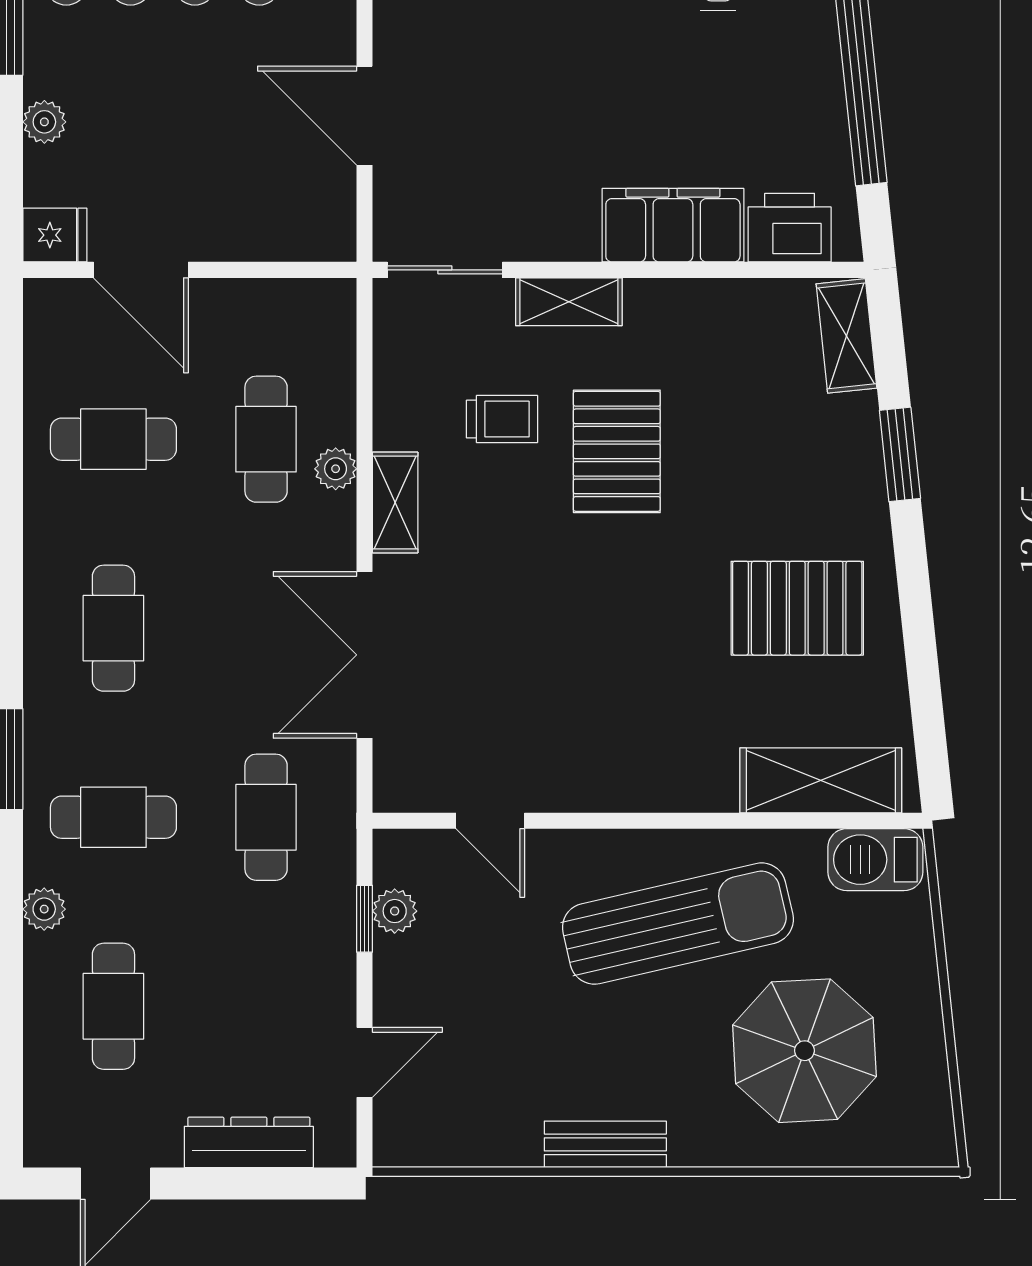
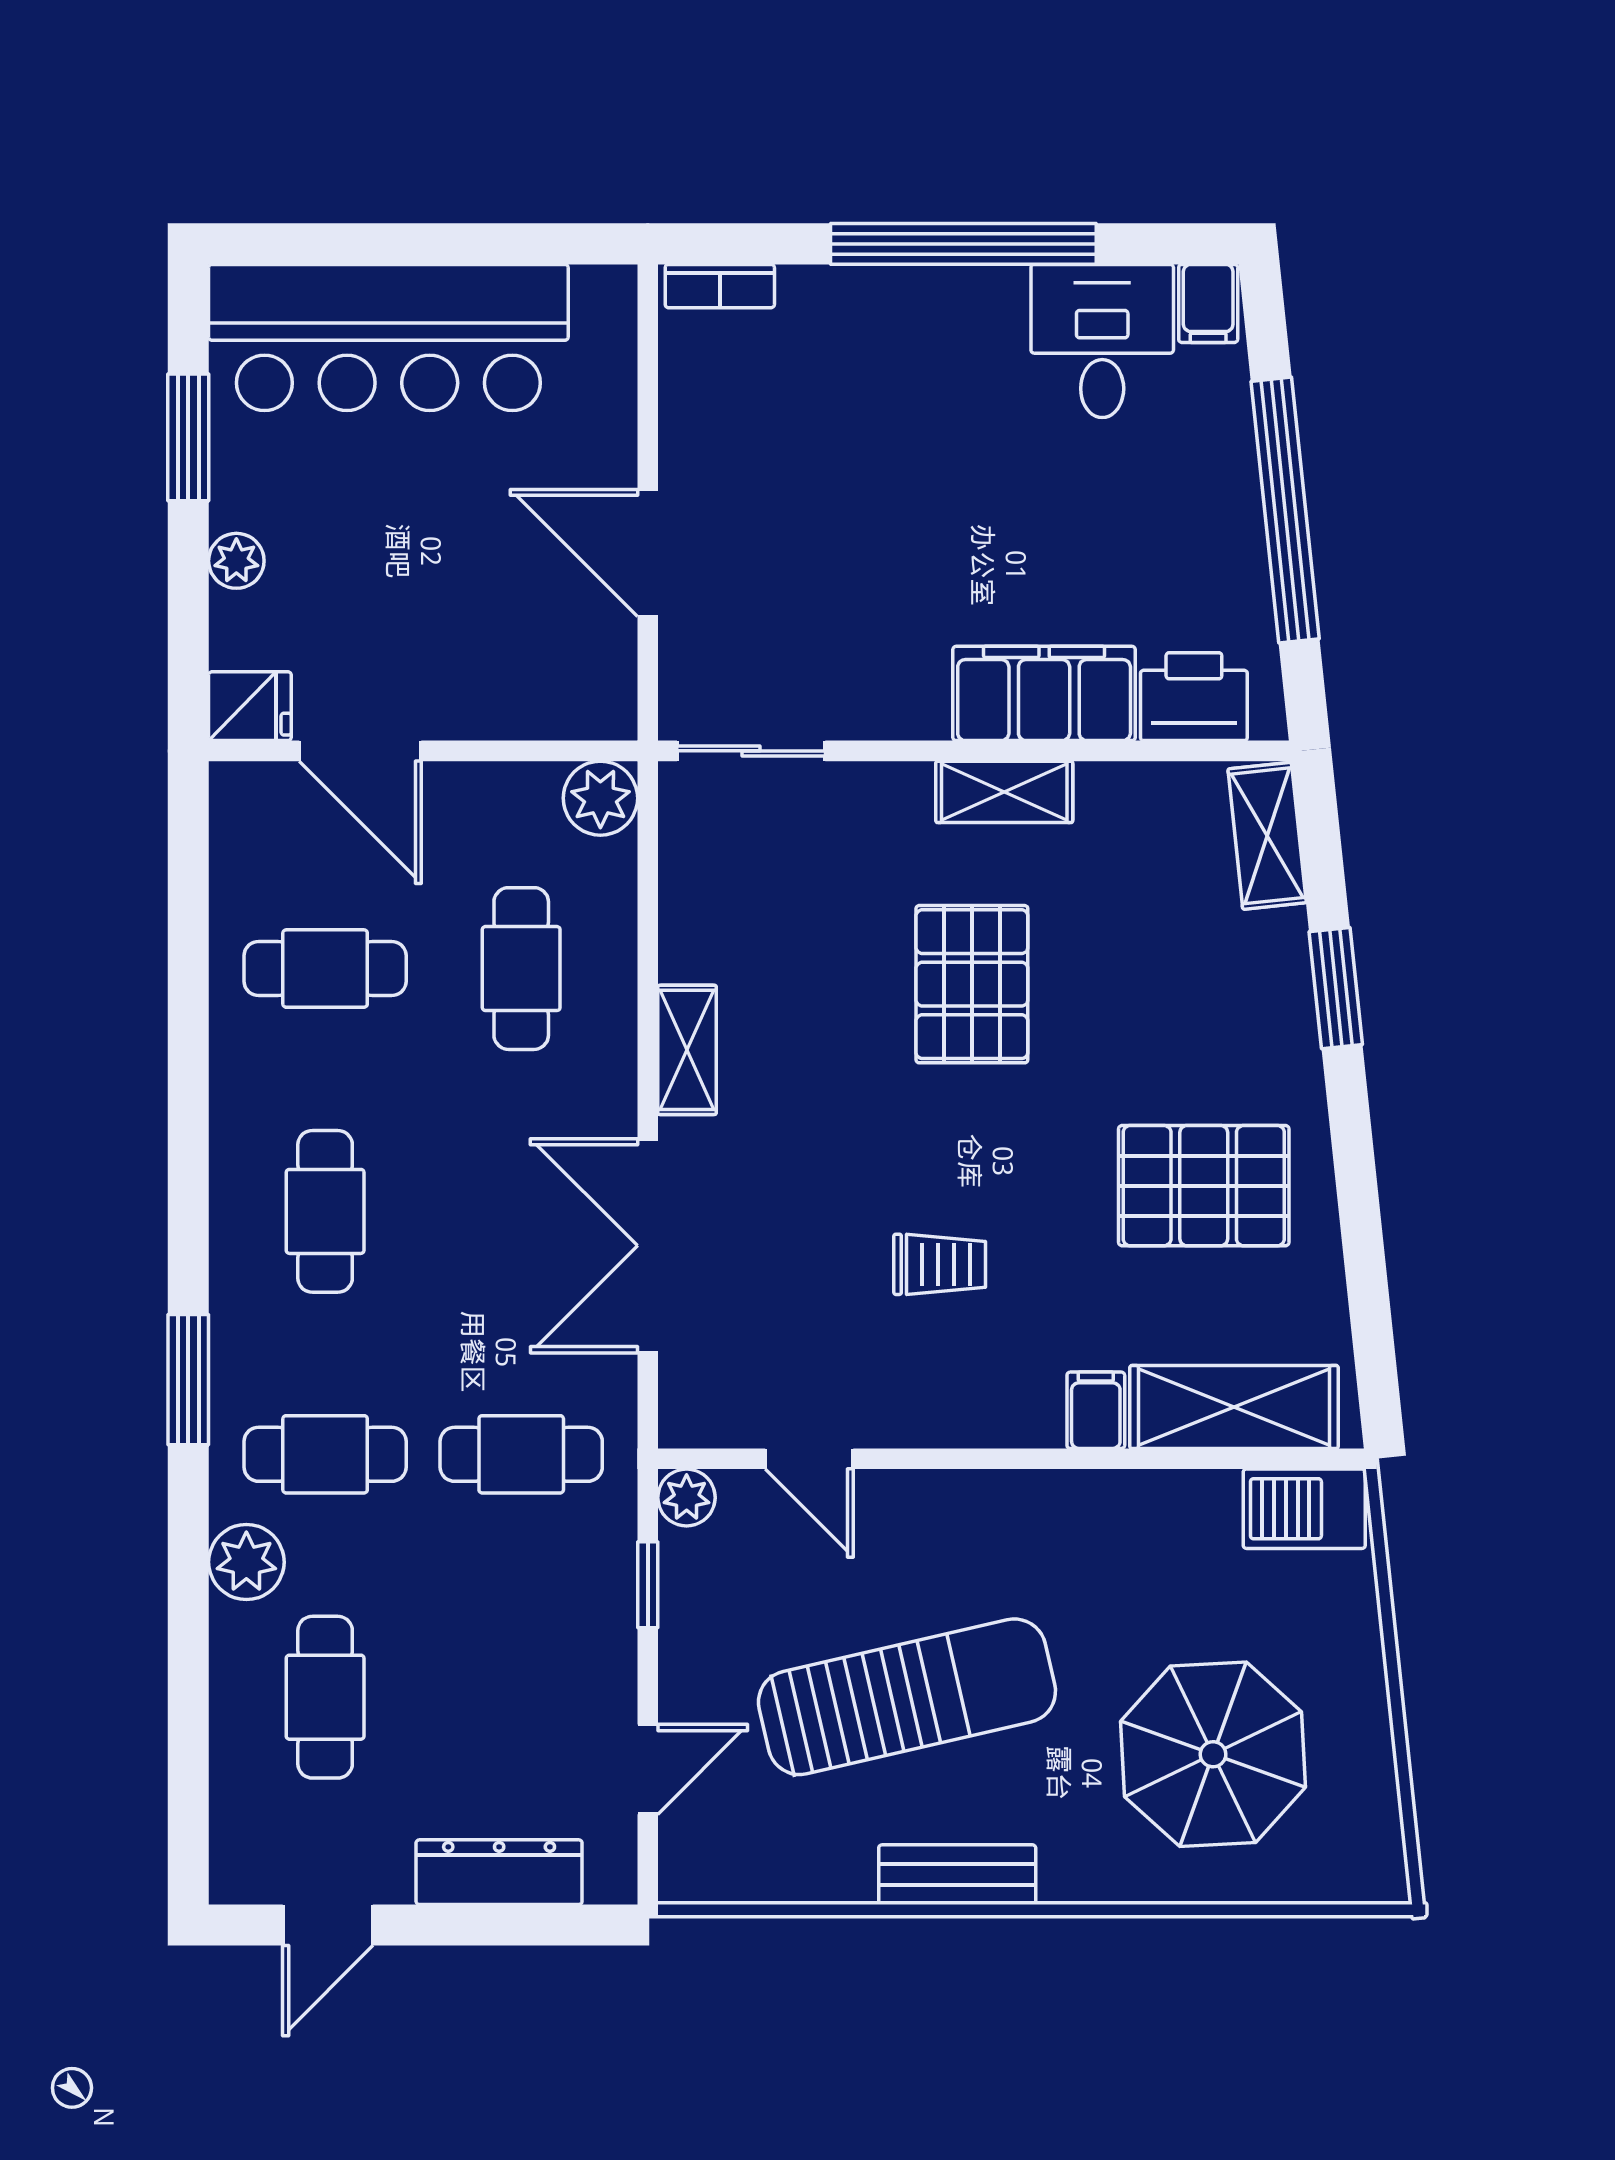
shelving: (569, 302) -> (1004, 792), moved
trolley: (502, 419) -> (940, 1264), moved
plant: (336, 469) -> (600, 798), moved, width x1.38, depth x1.38
filing cabinet: (713, 783) -> (1096, 1410), added
cafe table: (266, 817) -> (521, 1454), turned 90
plant: (44, 909) -> (246, 1562), width x1.38, depth x1.38
plant: (395, 911) -> (687, 1498), moved
sun lounger: (678, 924) -> (907, 1697), moved

